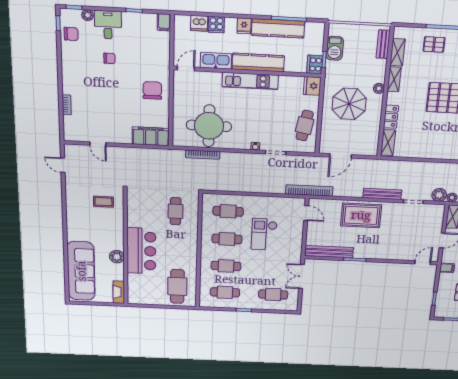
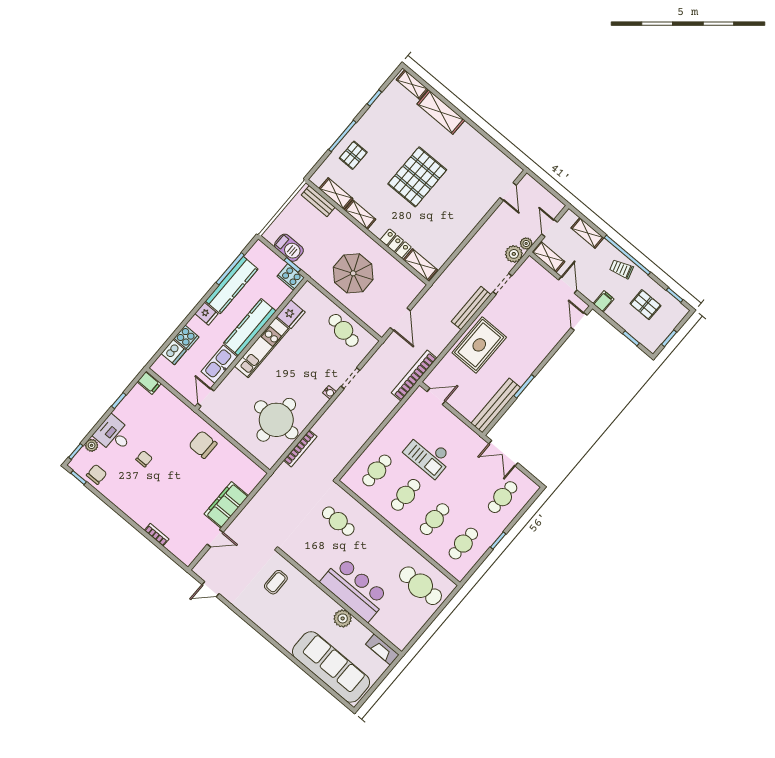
fridge: (312, 86) -> (291, 314), moved, turned -90
plant: (379, 88) -> (358, 235), removed
filing cabinet: (151, 136) -> (226, 505), moved

